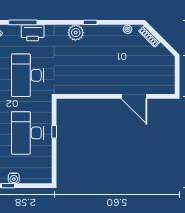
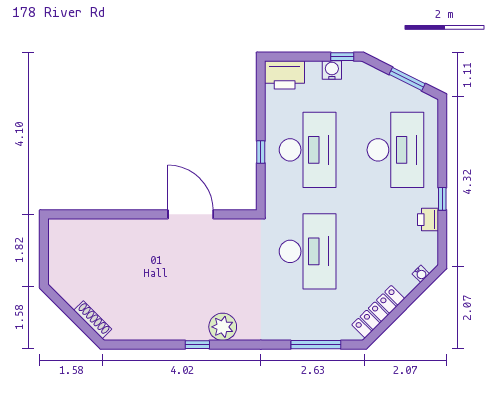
plant: (128, 29) -> (131, 333), removed
printer: (33, 33) -> (285, 75), moved, turned 180
door: (134, 96) -> (191, 214), moved

